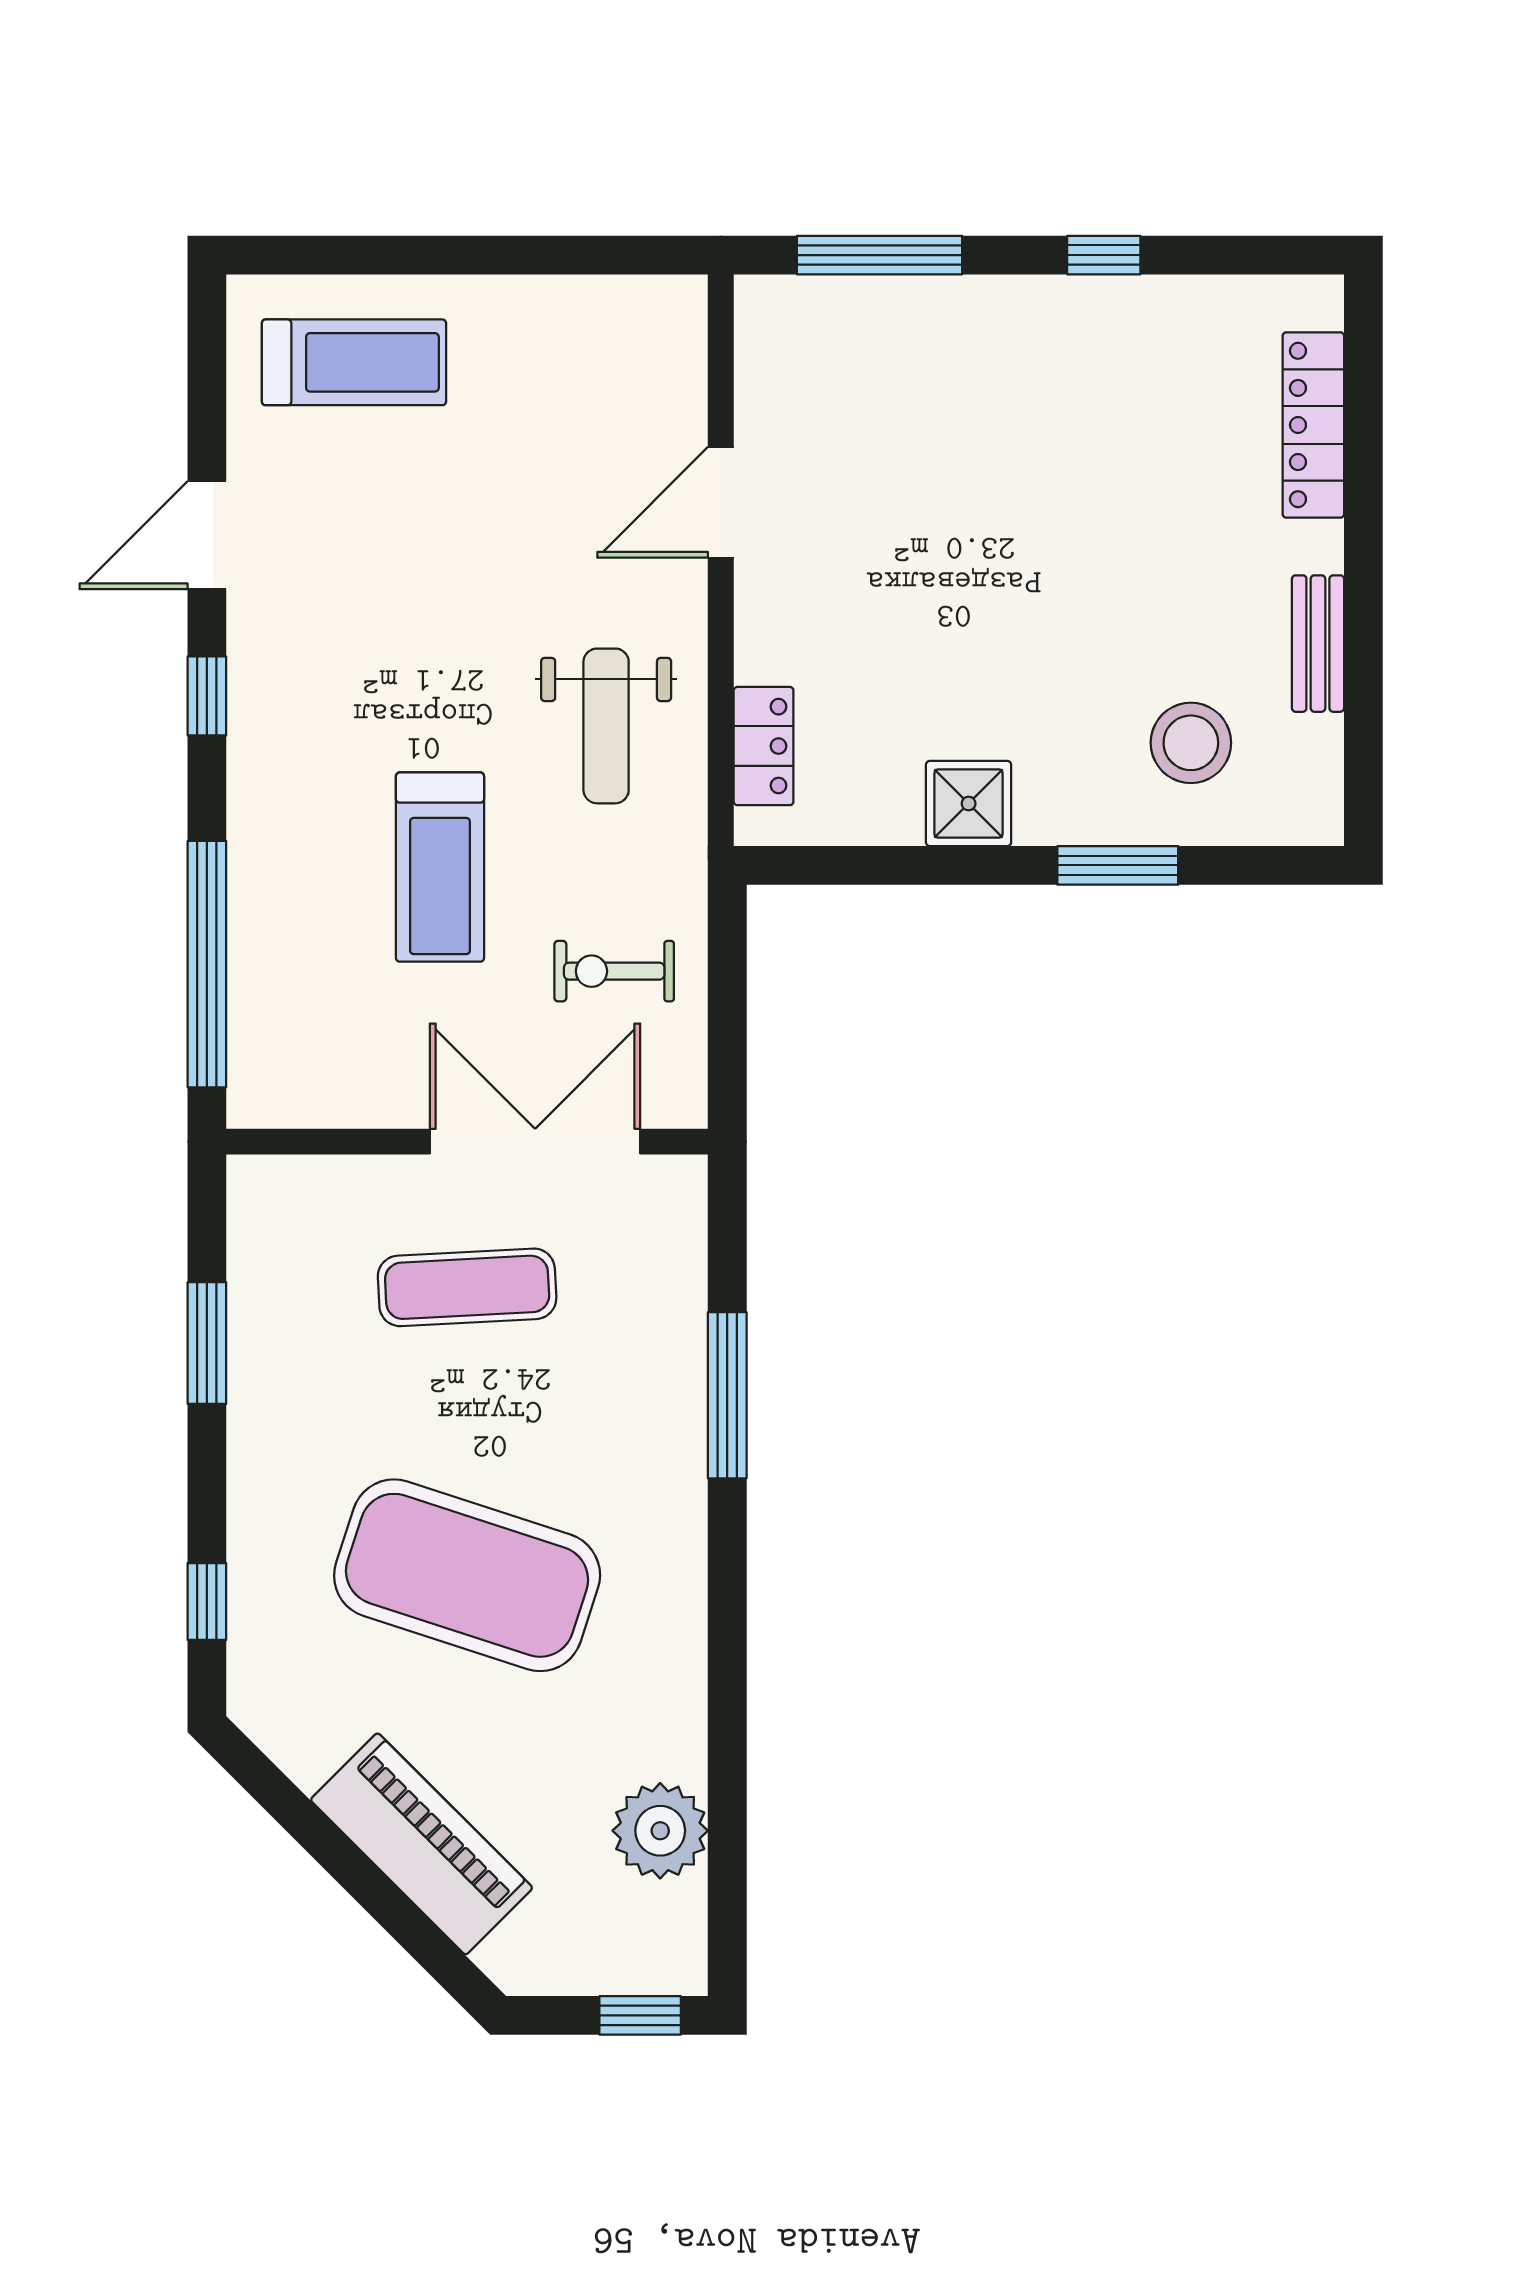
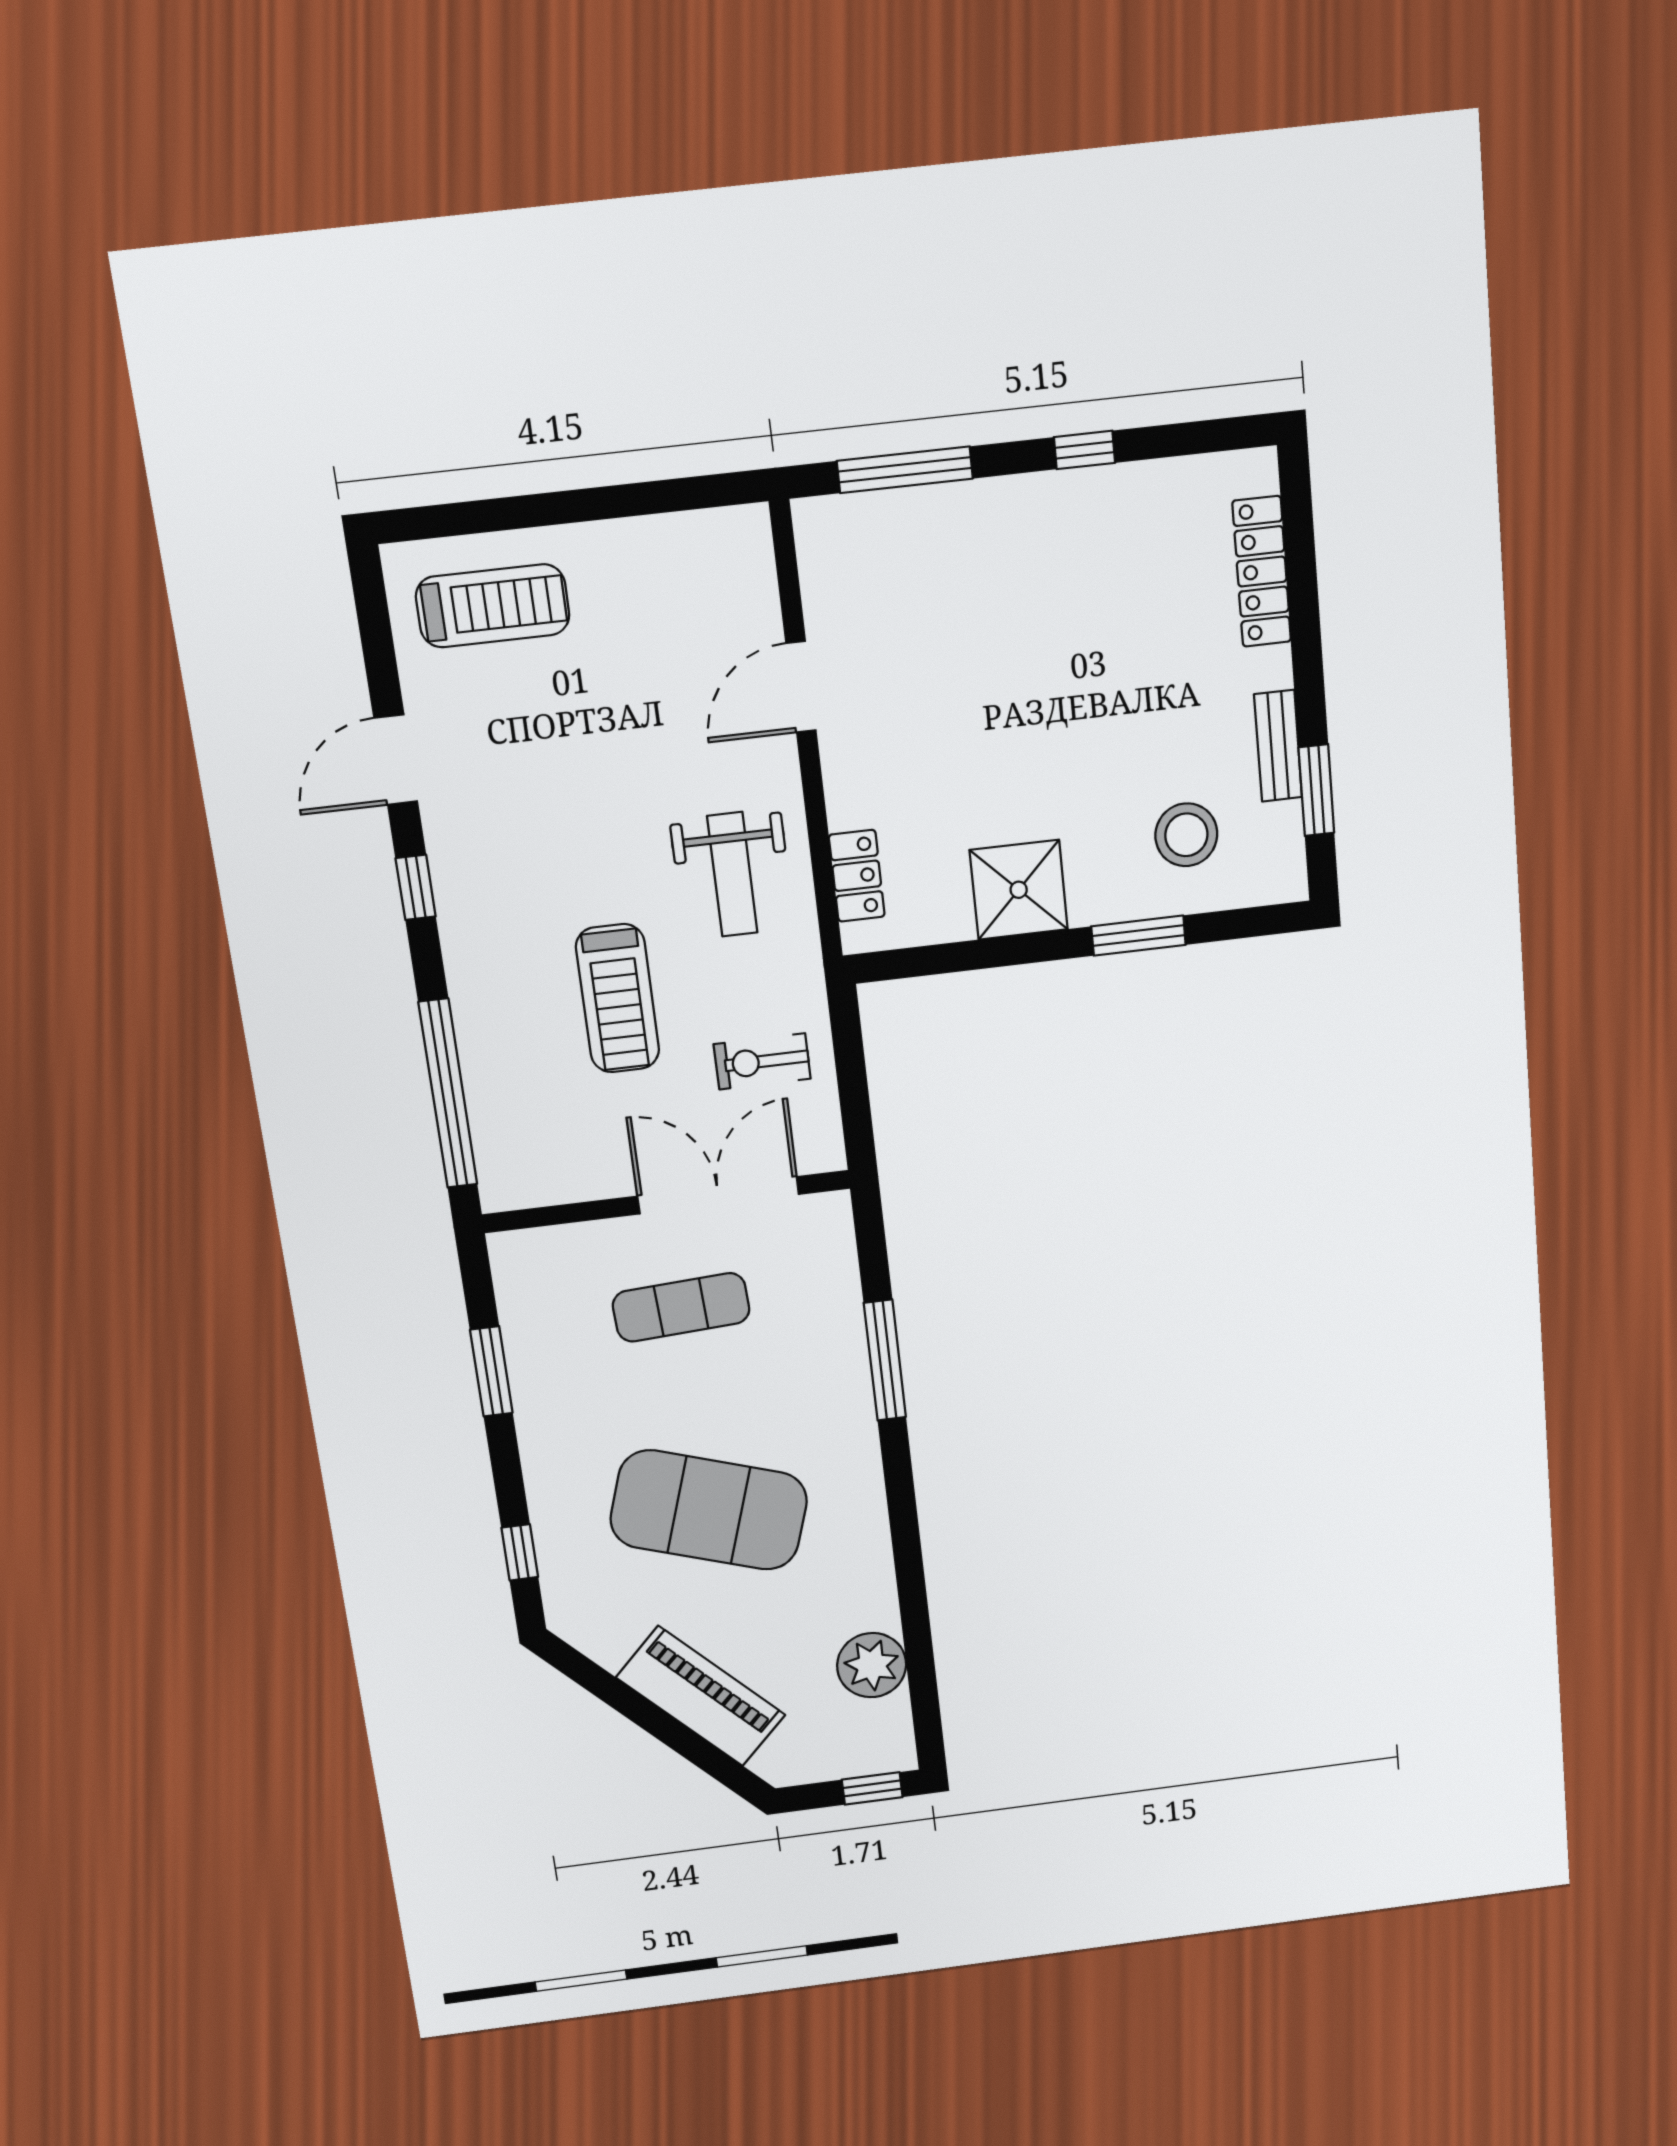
window: (1363, 705) -> (1316, 790), added
shower: (969, 804) -> (1019, 890), width x1.36, depth x1.36

